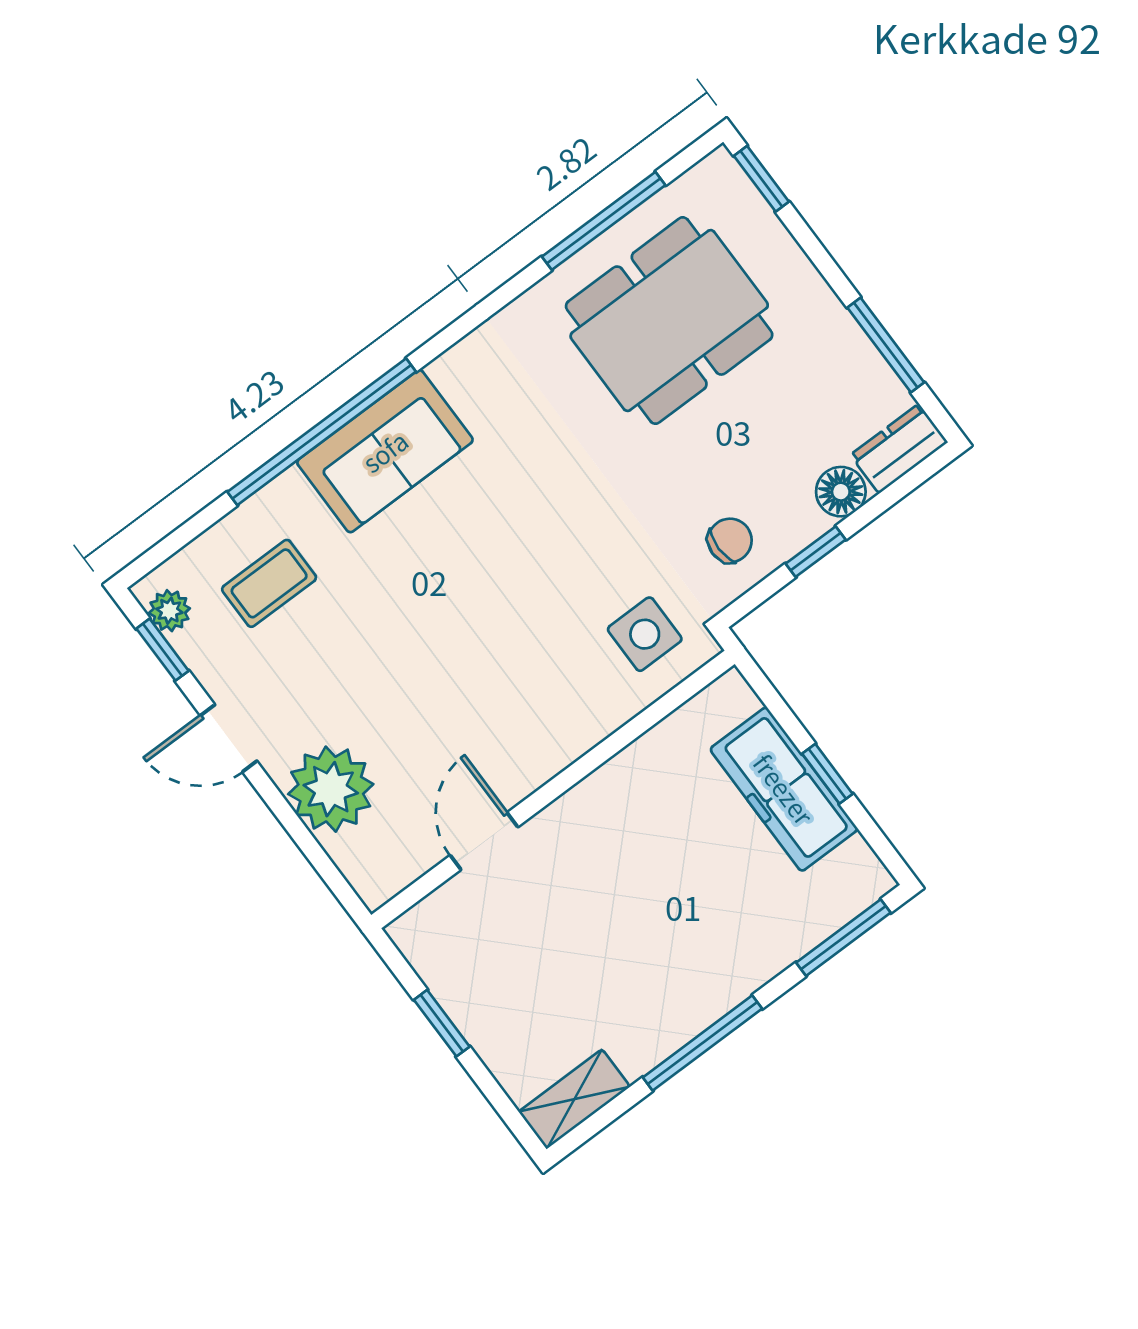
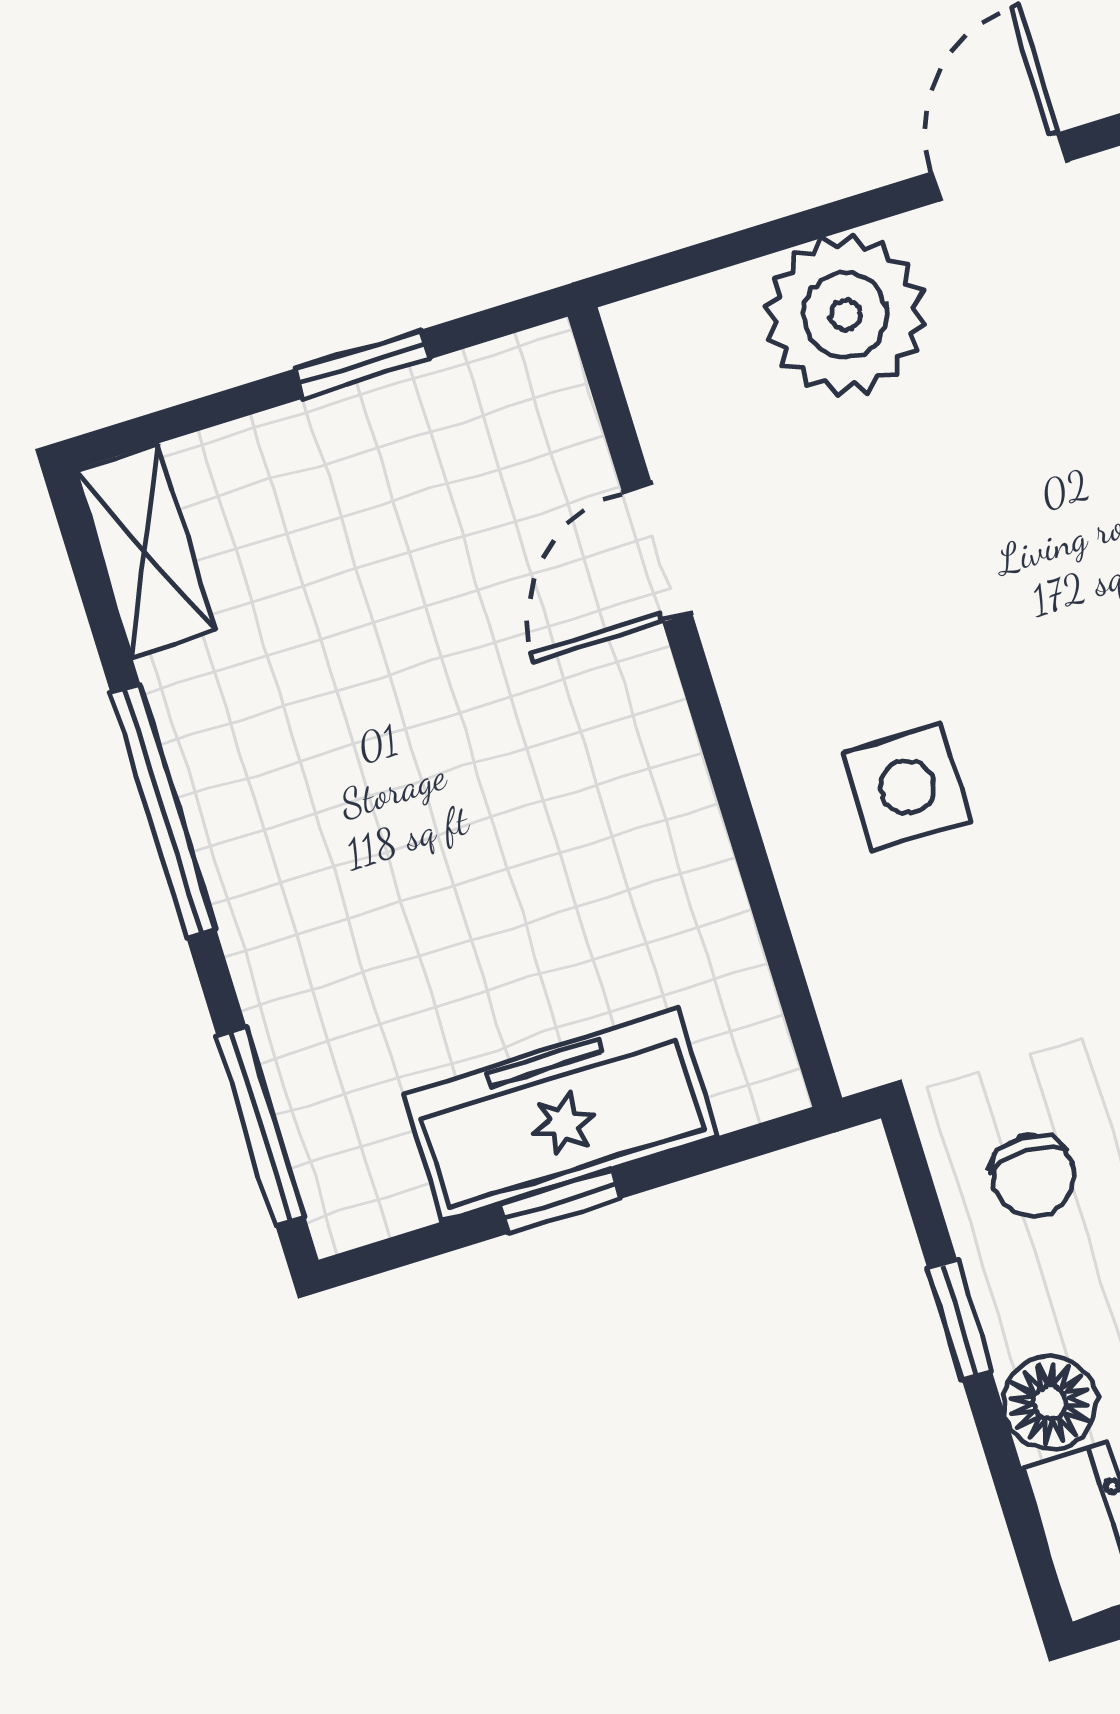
side table: (645, 634) -> (907, 787), moved
door: (484, 841) -> (657, 553), swing flipped

